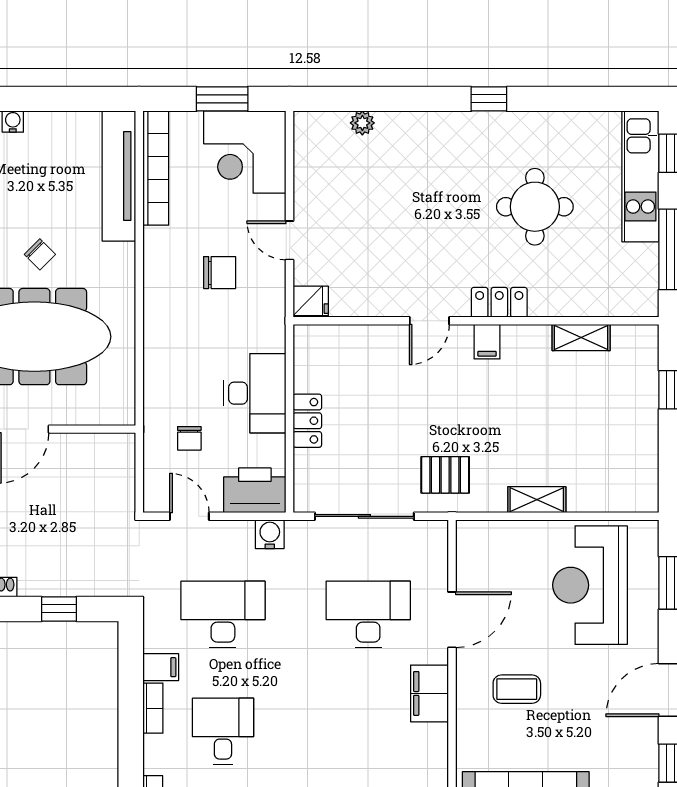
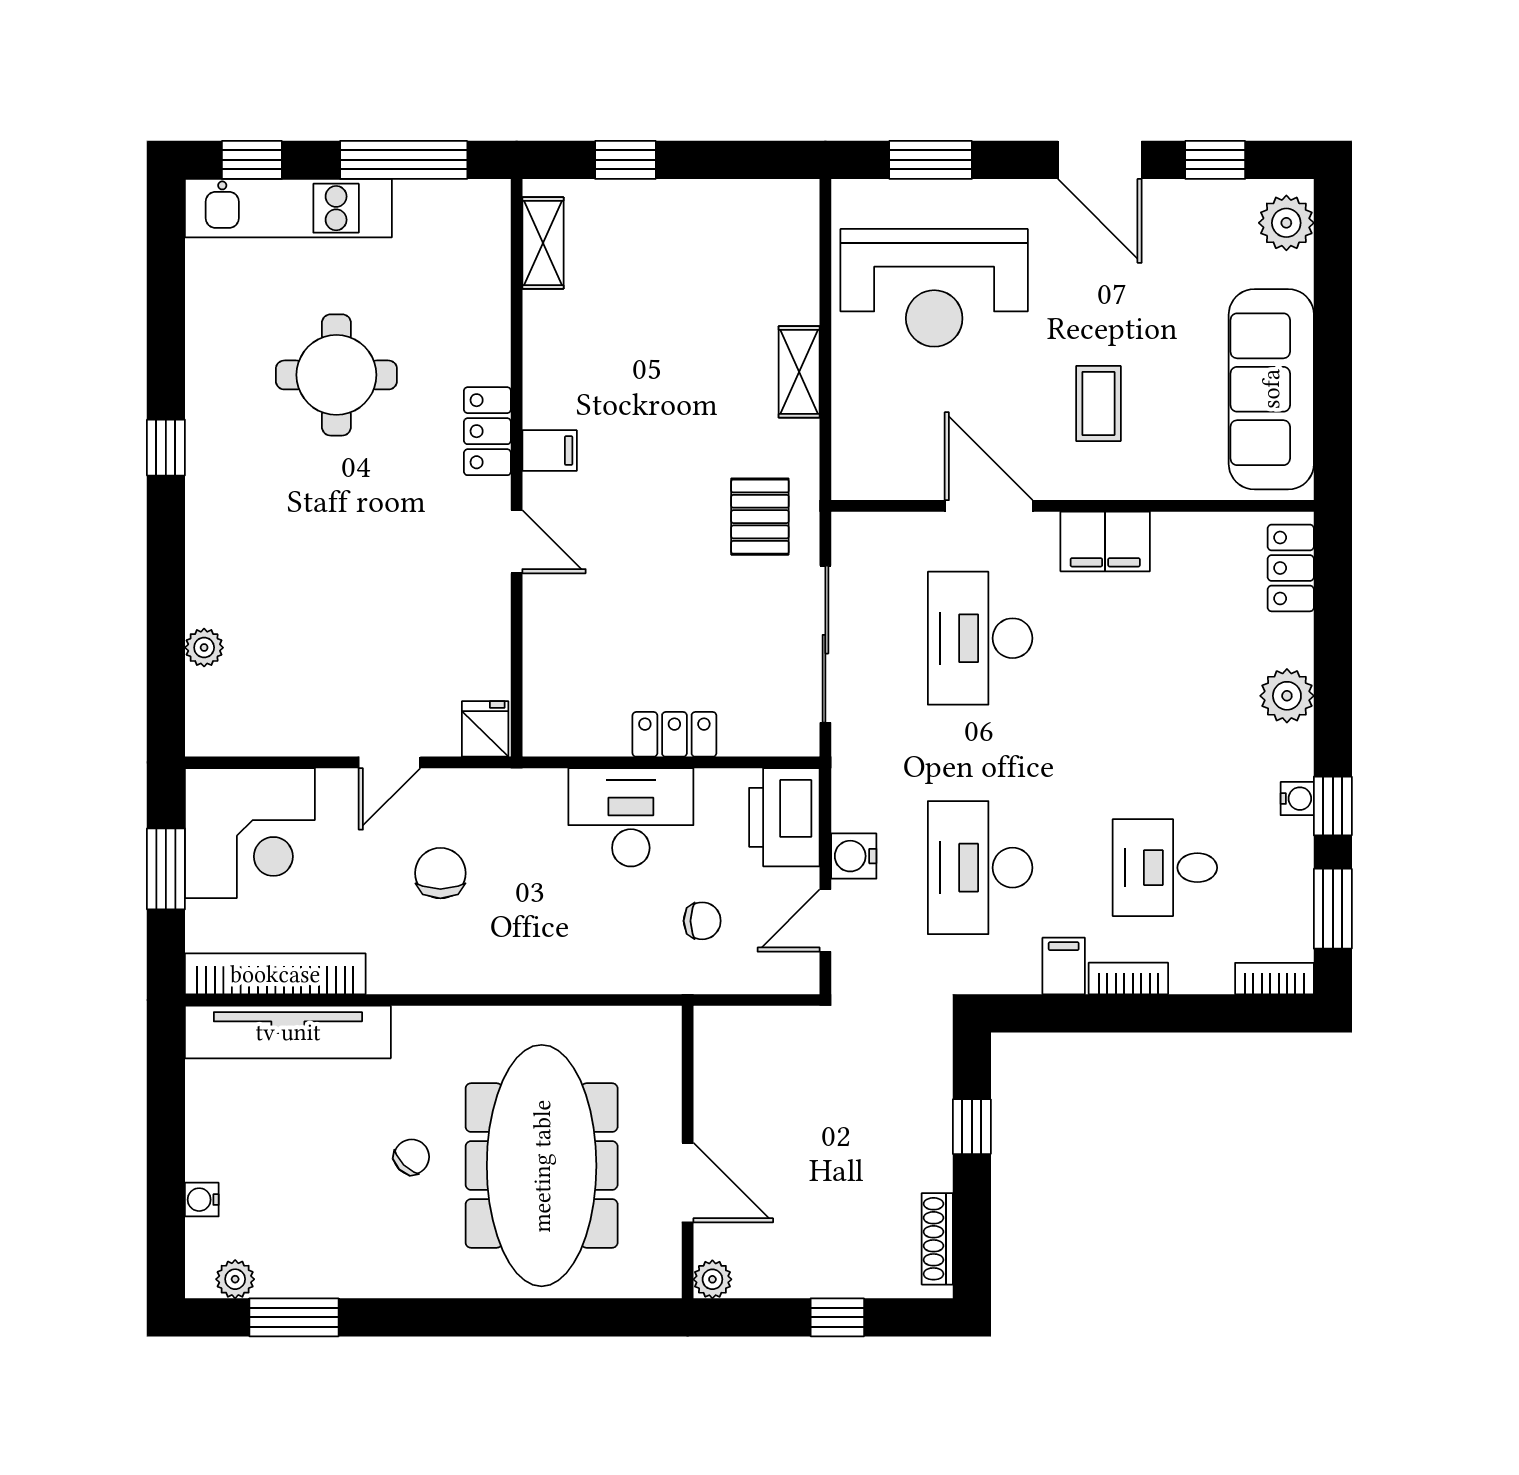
shelving: (581, 337) -> (543, 243), moved
water cooler: (270, 534) -> (854, 856), moved

